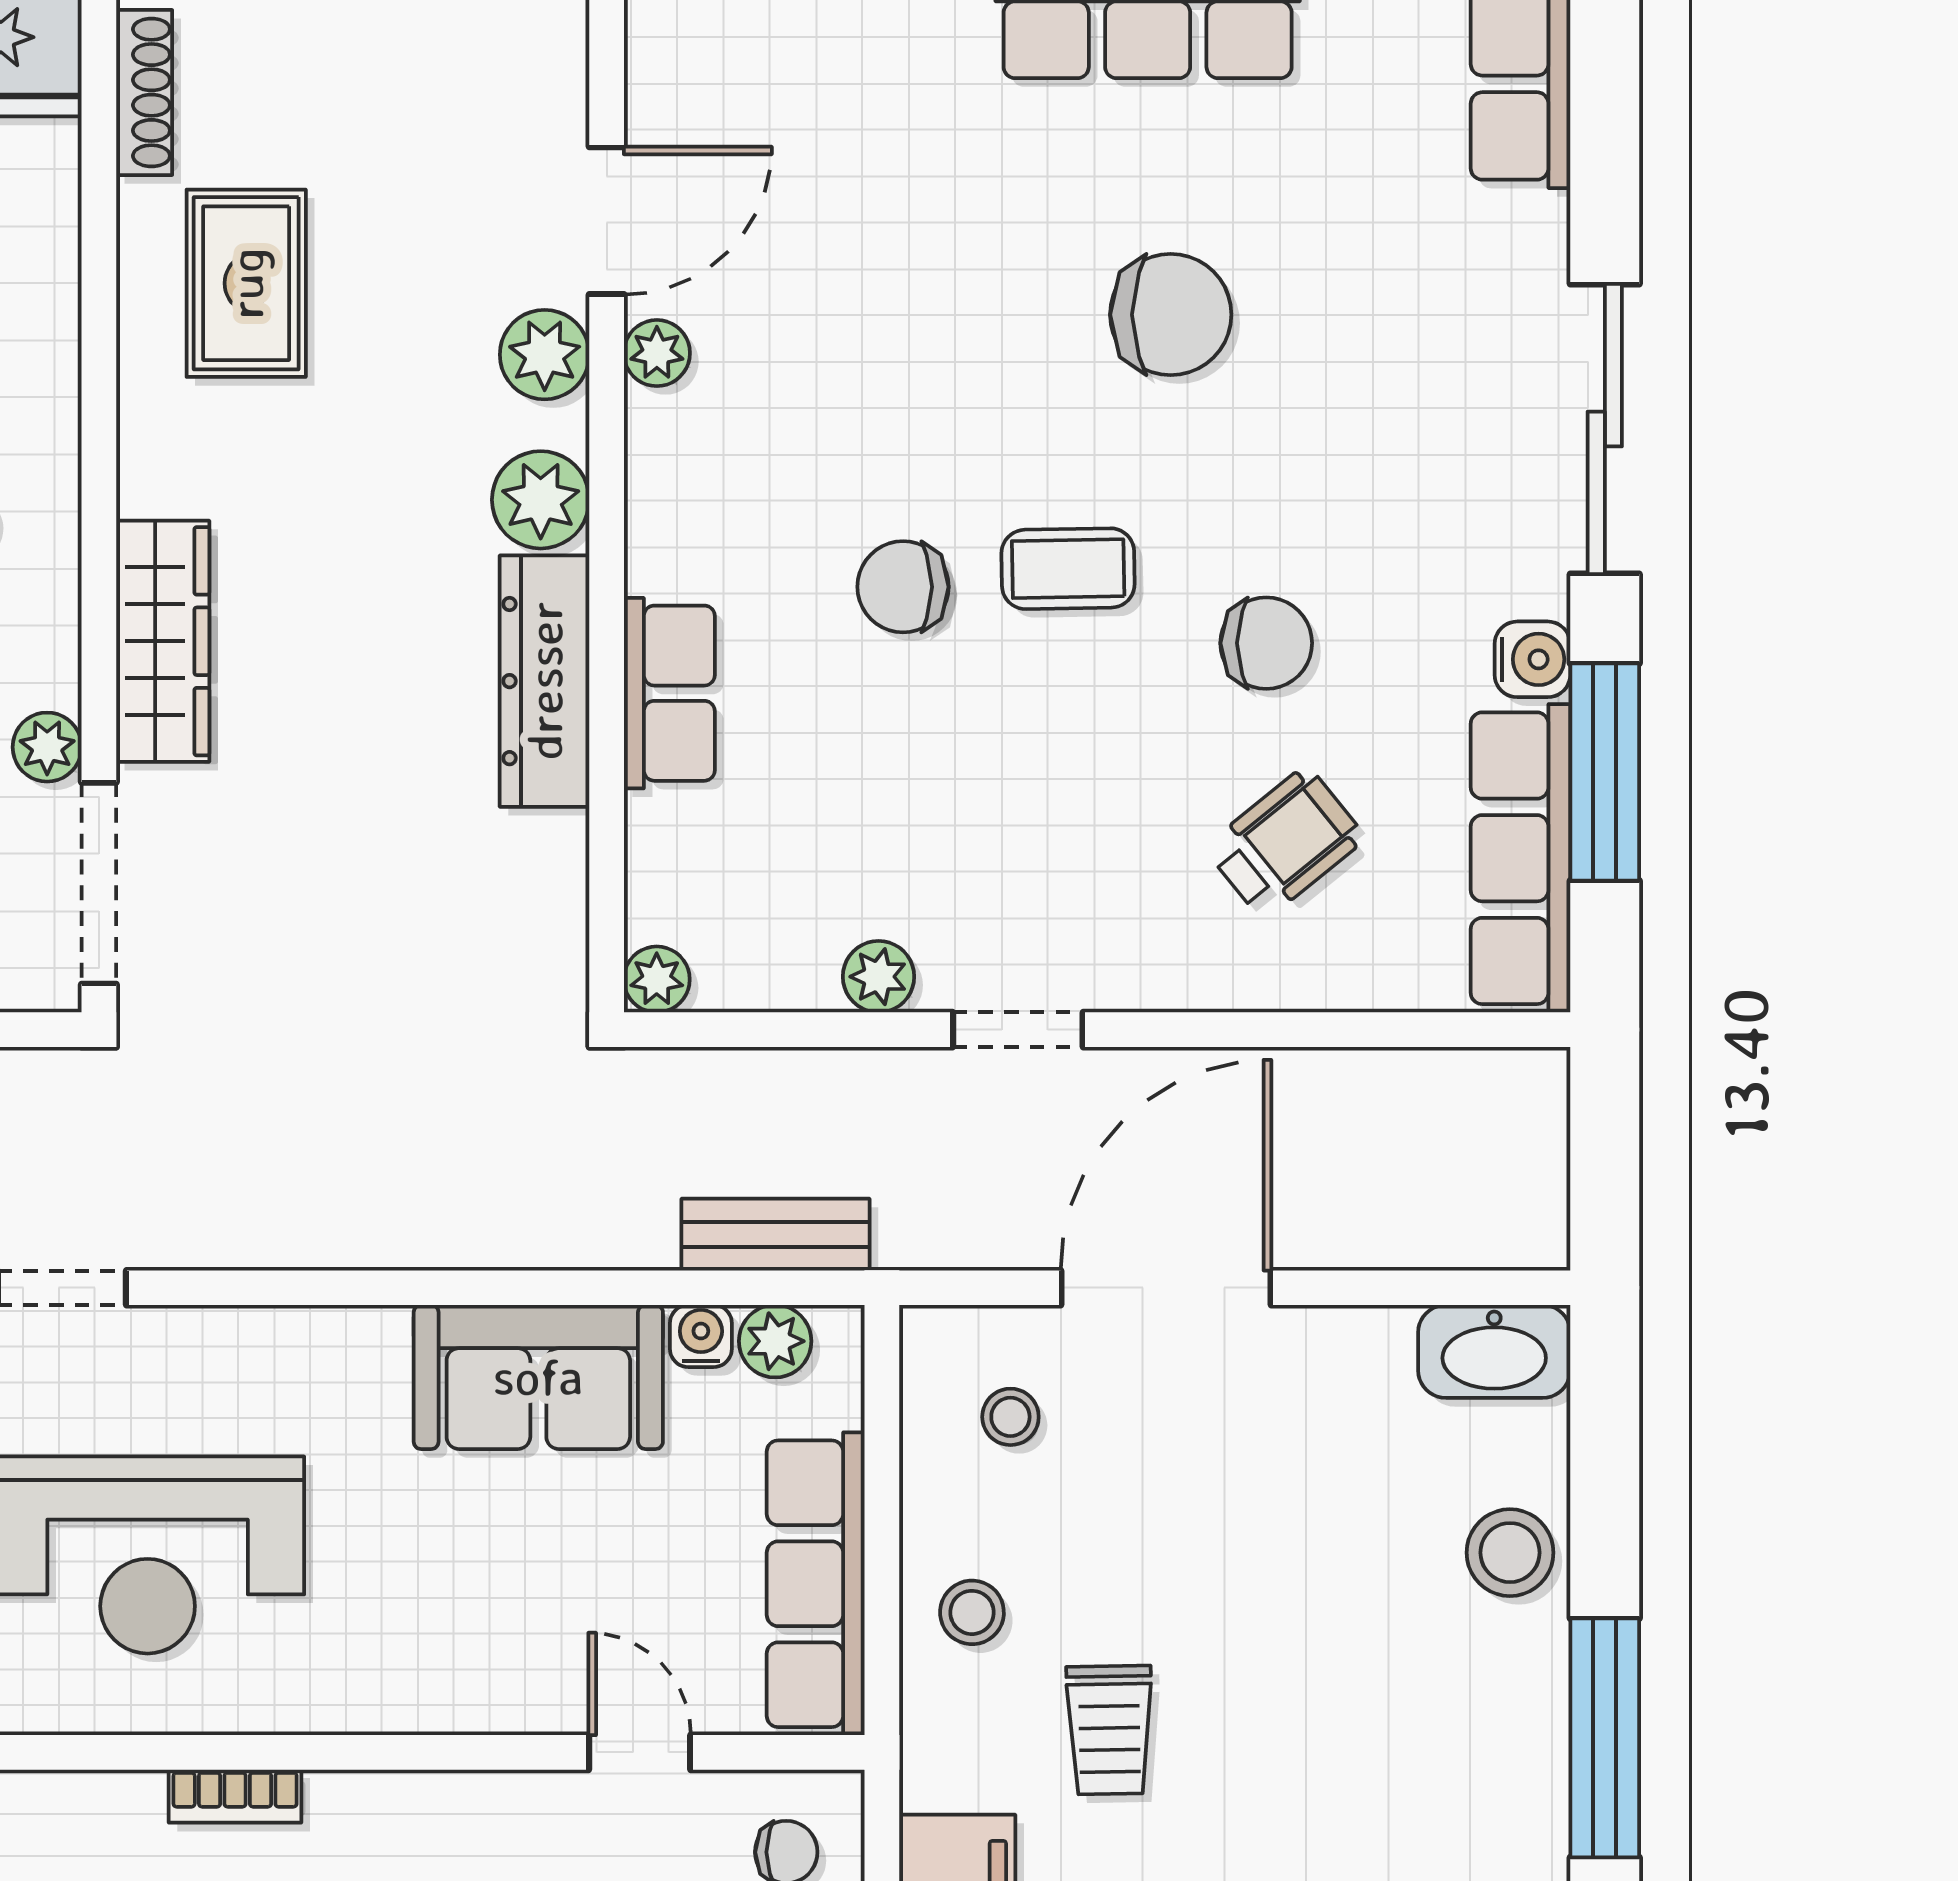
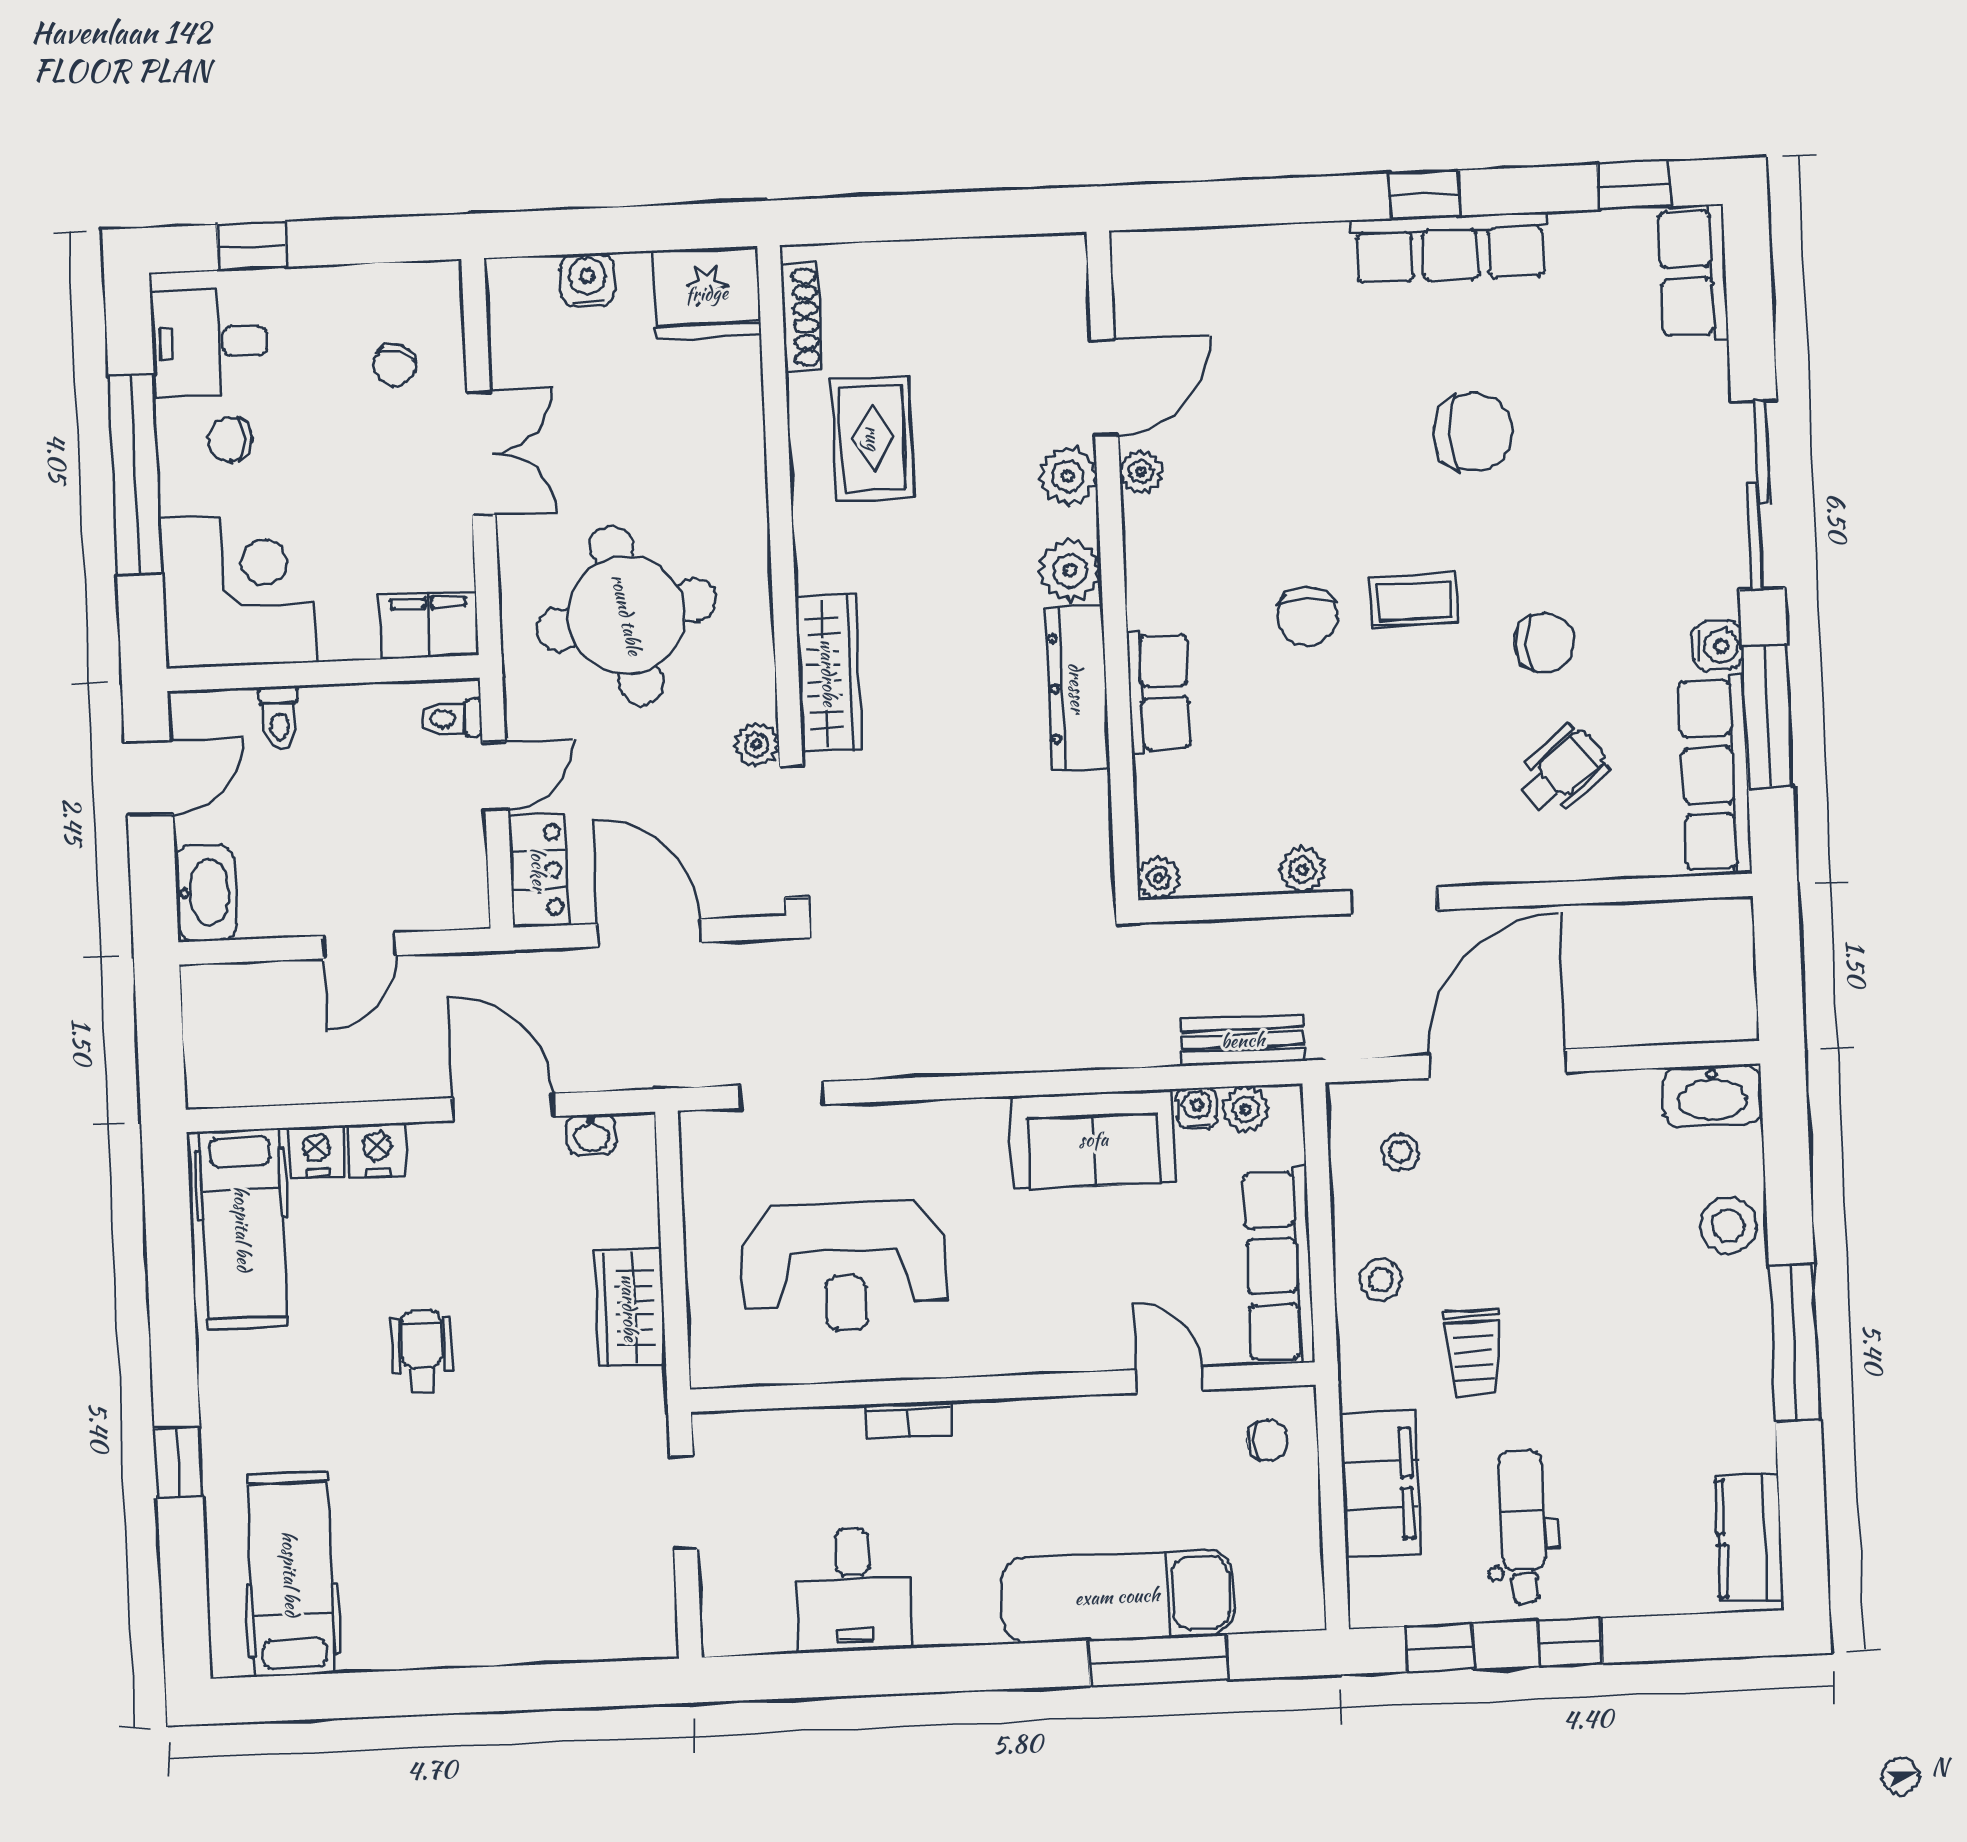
chair: (903, 587) -> (1307, 616), turned -90

